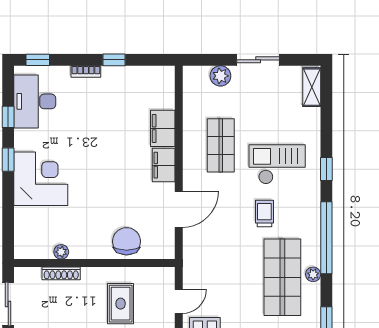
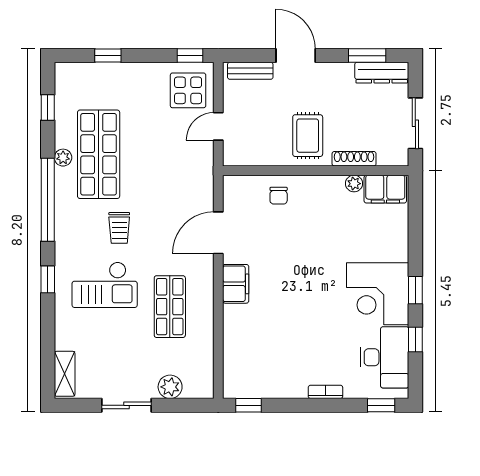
window: (114, 60) -> (248, 405), moved
filing cabinet: (163, 128) -> (385, 189), moved, turned 90
corner desk: (41, 179) -> (378, 294), moved
chair: (127, 241) -> (279, 196), width x0.54, depth x0.54
rug: (121, 304) -> (308, 136), moved

